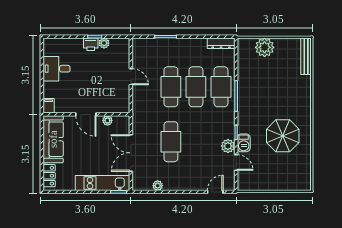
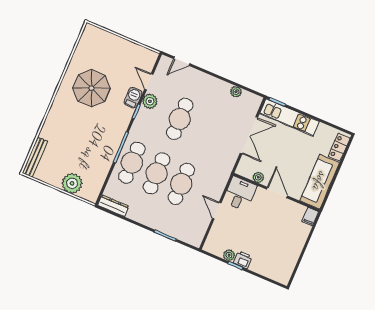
desk: (57, 69) -> (240, 194), moved, turned -90
cafe table: (171, 142) -> (180, 119), moved

